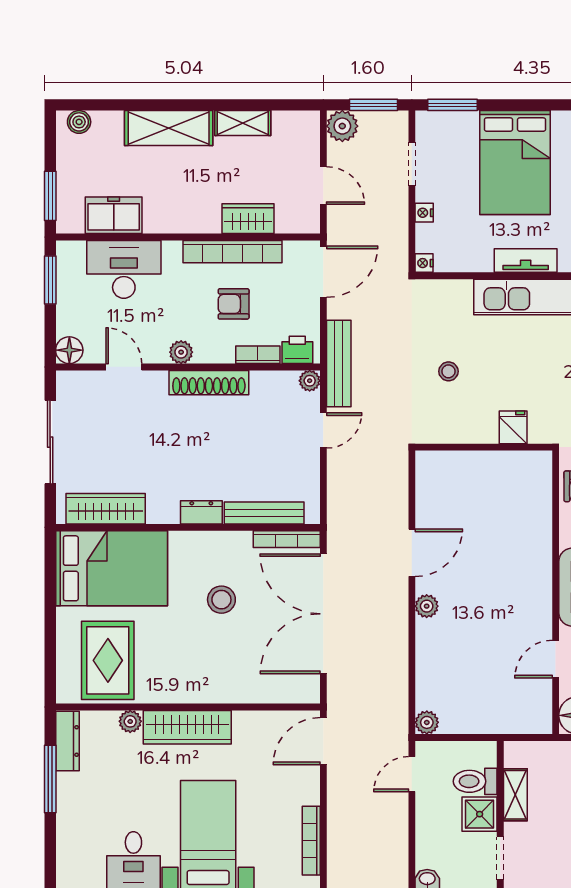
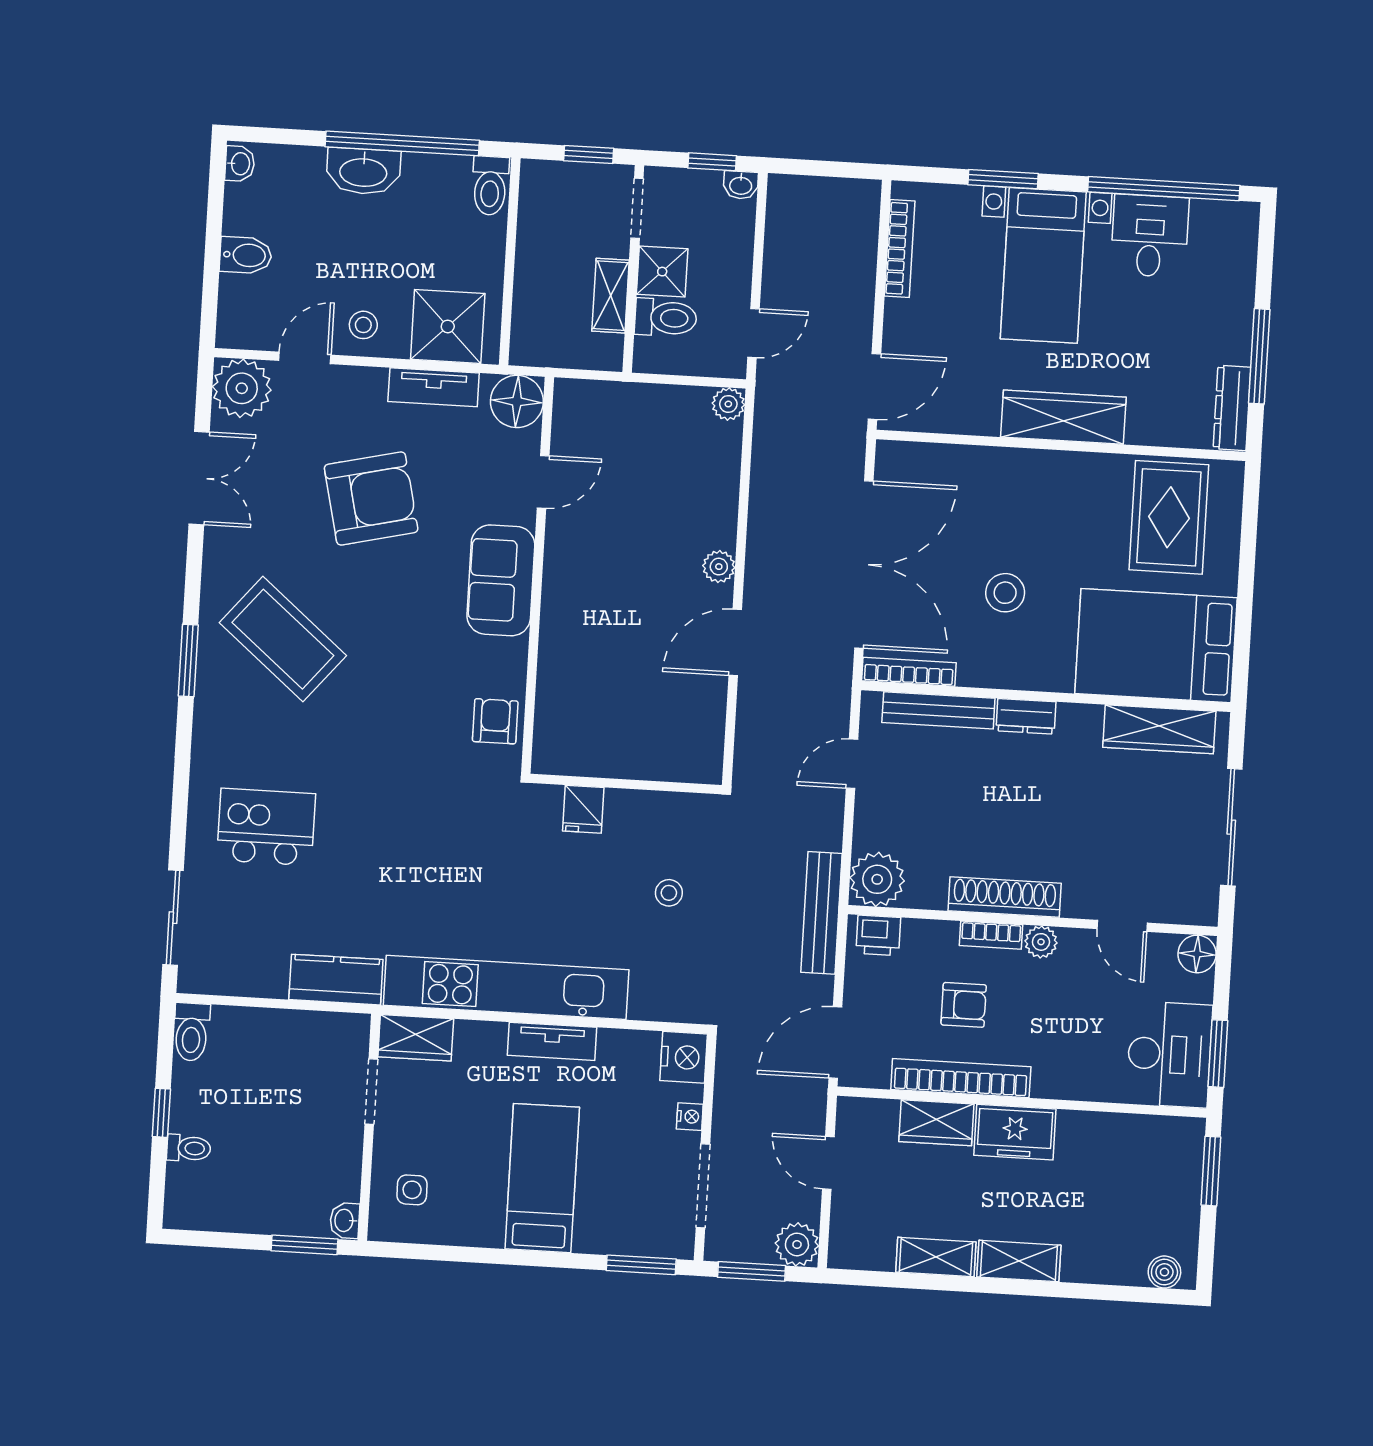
shelving: (169, 128) -> (1019, 1261), width x0.67, depth x0.75
bed: (515, 163) -> (542, 1178), width x0.67
doorway: (412, 164) -> (703, 1186), width x1.38
freezer: (114, 215) -> (1015, 1132), moved
nightstand: (424, 263) -> (684, 1057), width x1.89, depth x1.79
desk: (124, 269) -> (1169, 1054), moved, turned -90
bookcase: (258, 355) -> (991, 935), moved
plant: (310, 381) -> (877, 879), width x1.87, depth x1.87
door: (323, 430) -> (852, 764), moved
plant: (130, 721) -> (1143, 430), removed

